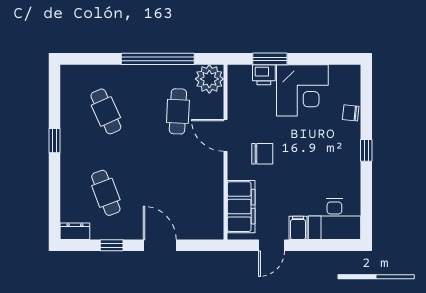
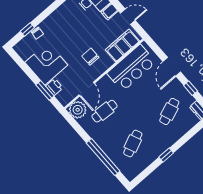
window: (158, 59) -> (103, 157), moved
door: (226, 135) -> (87, 89), moved
window: (366, 150) -> (27, 29), moved
bar counter: (203, 193) -> (131, 68), added

